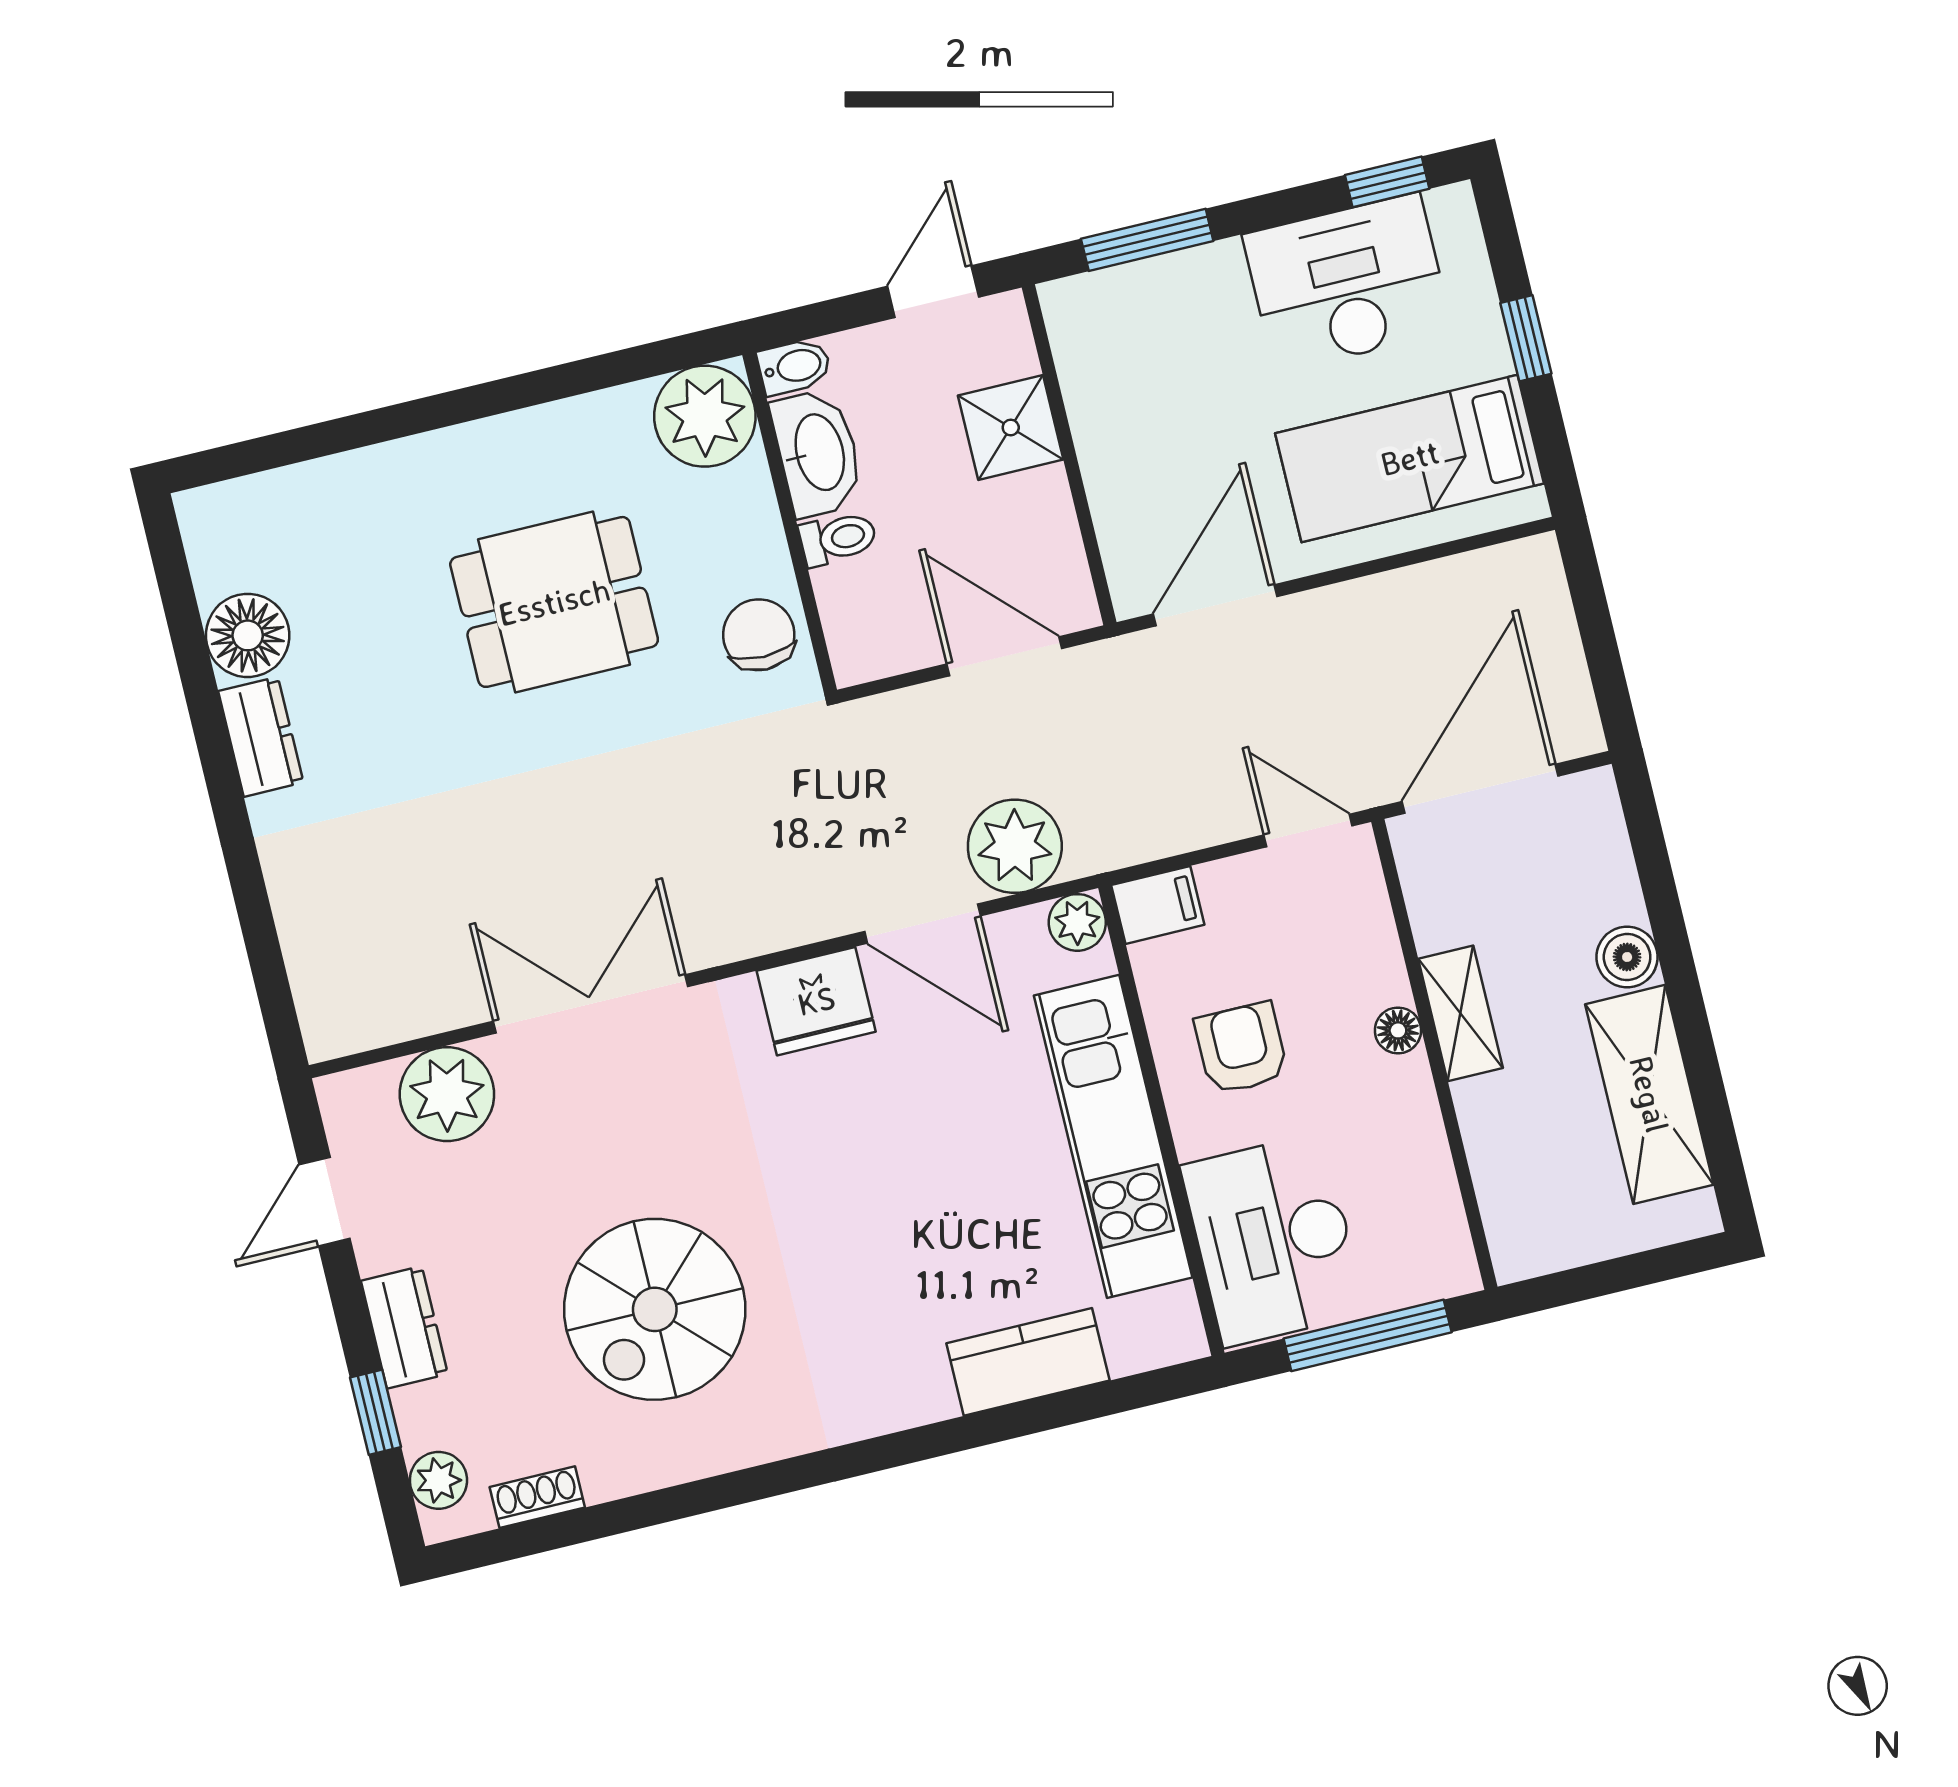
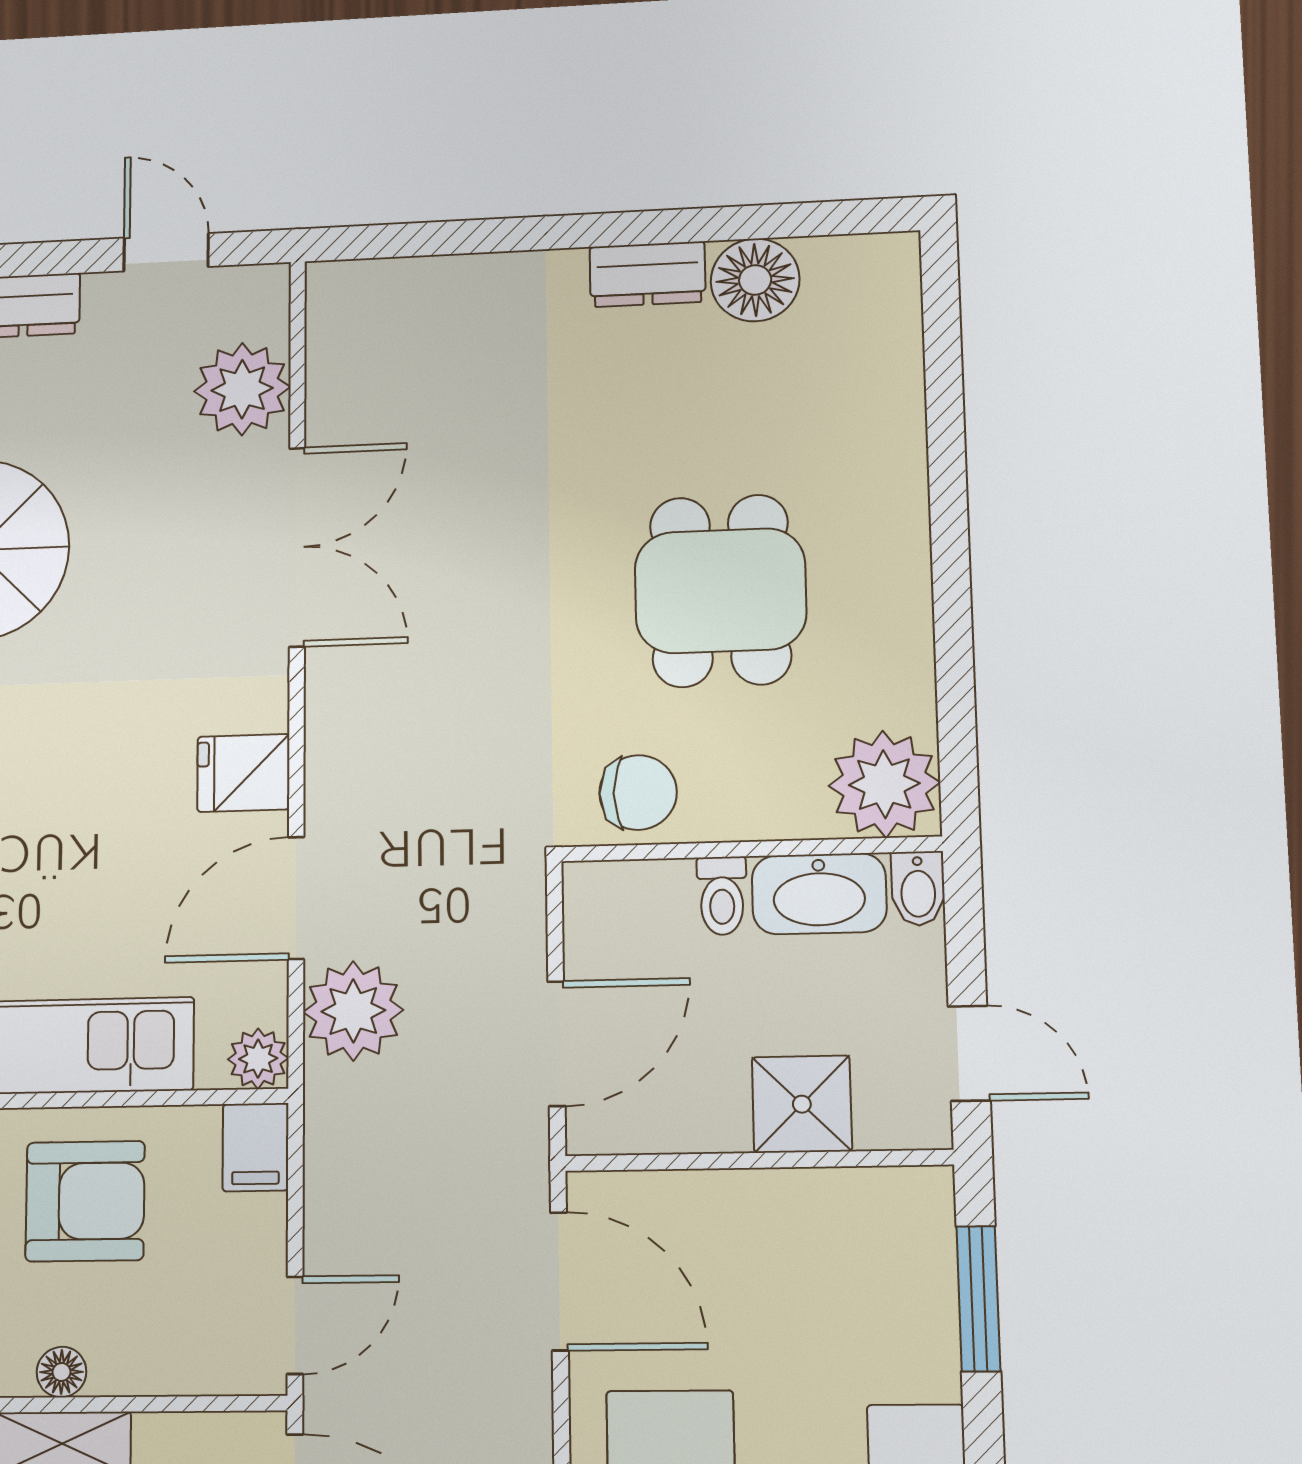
fridge: (816, 1001) -> (243, 773), width x0.72
armchair: (1241, 1048) -> (85, 1201), width x1.38, depth x1.38

